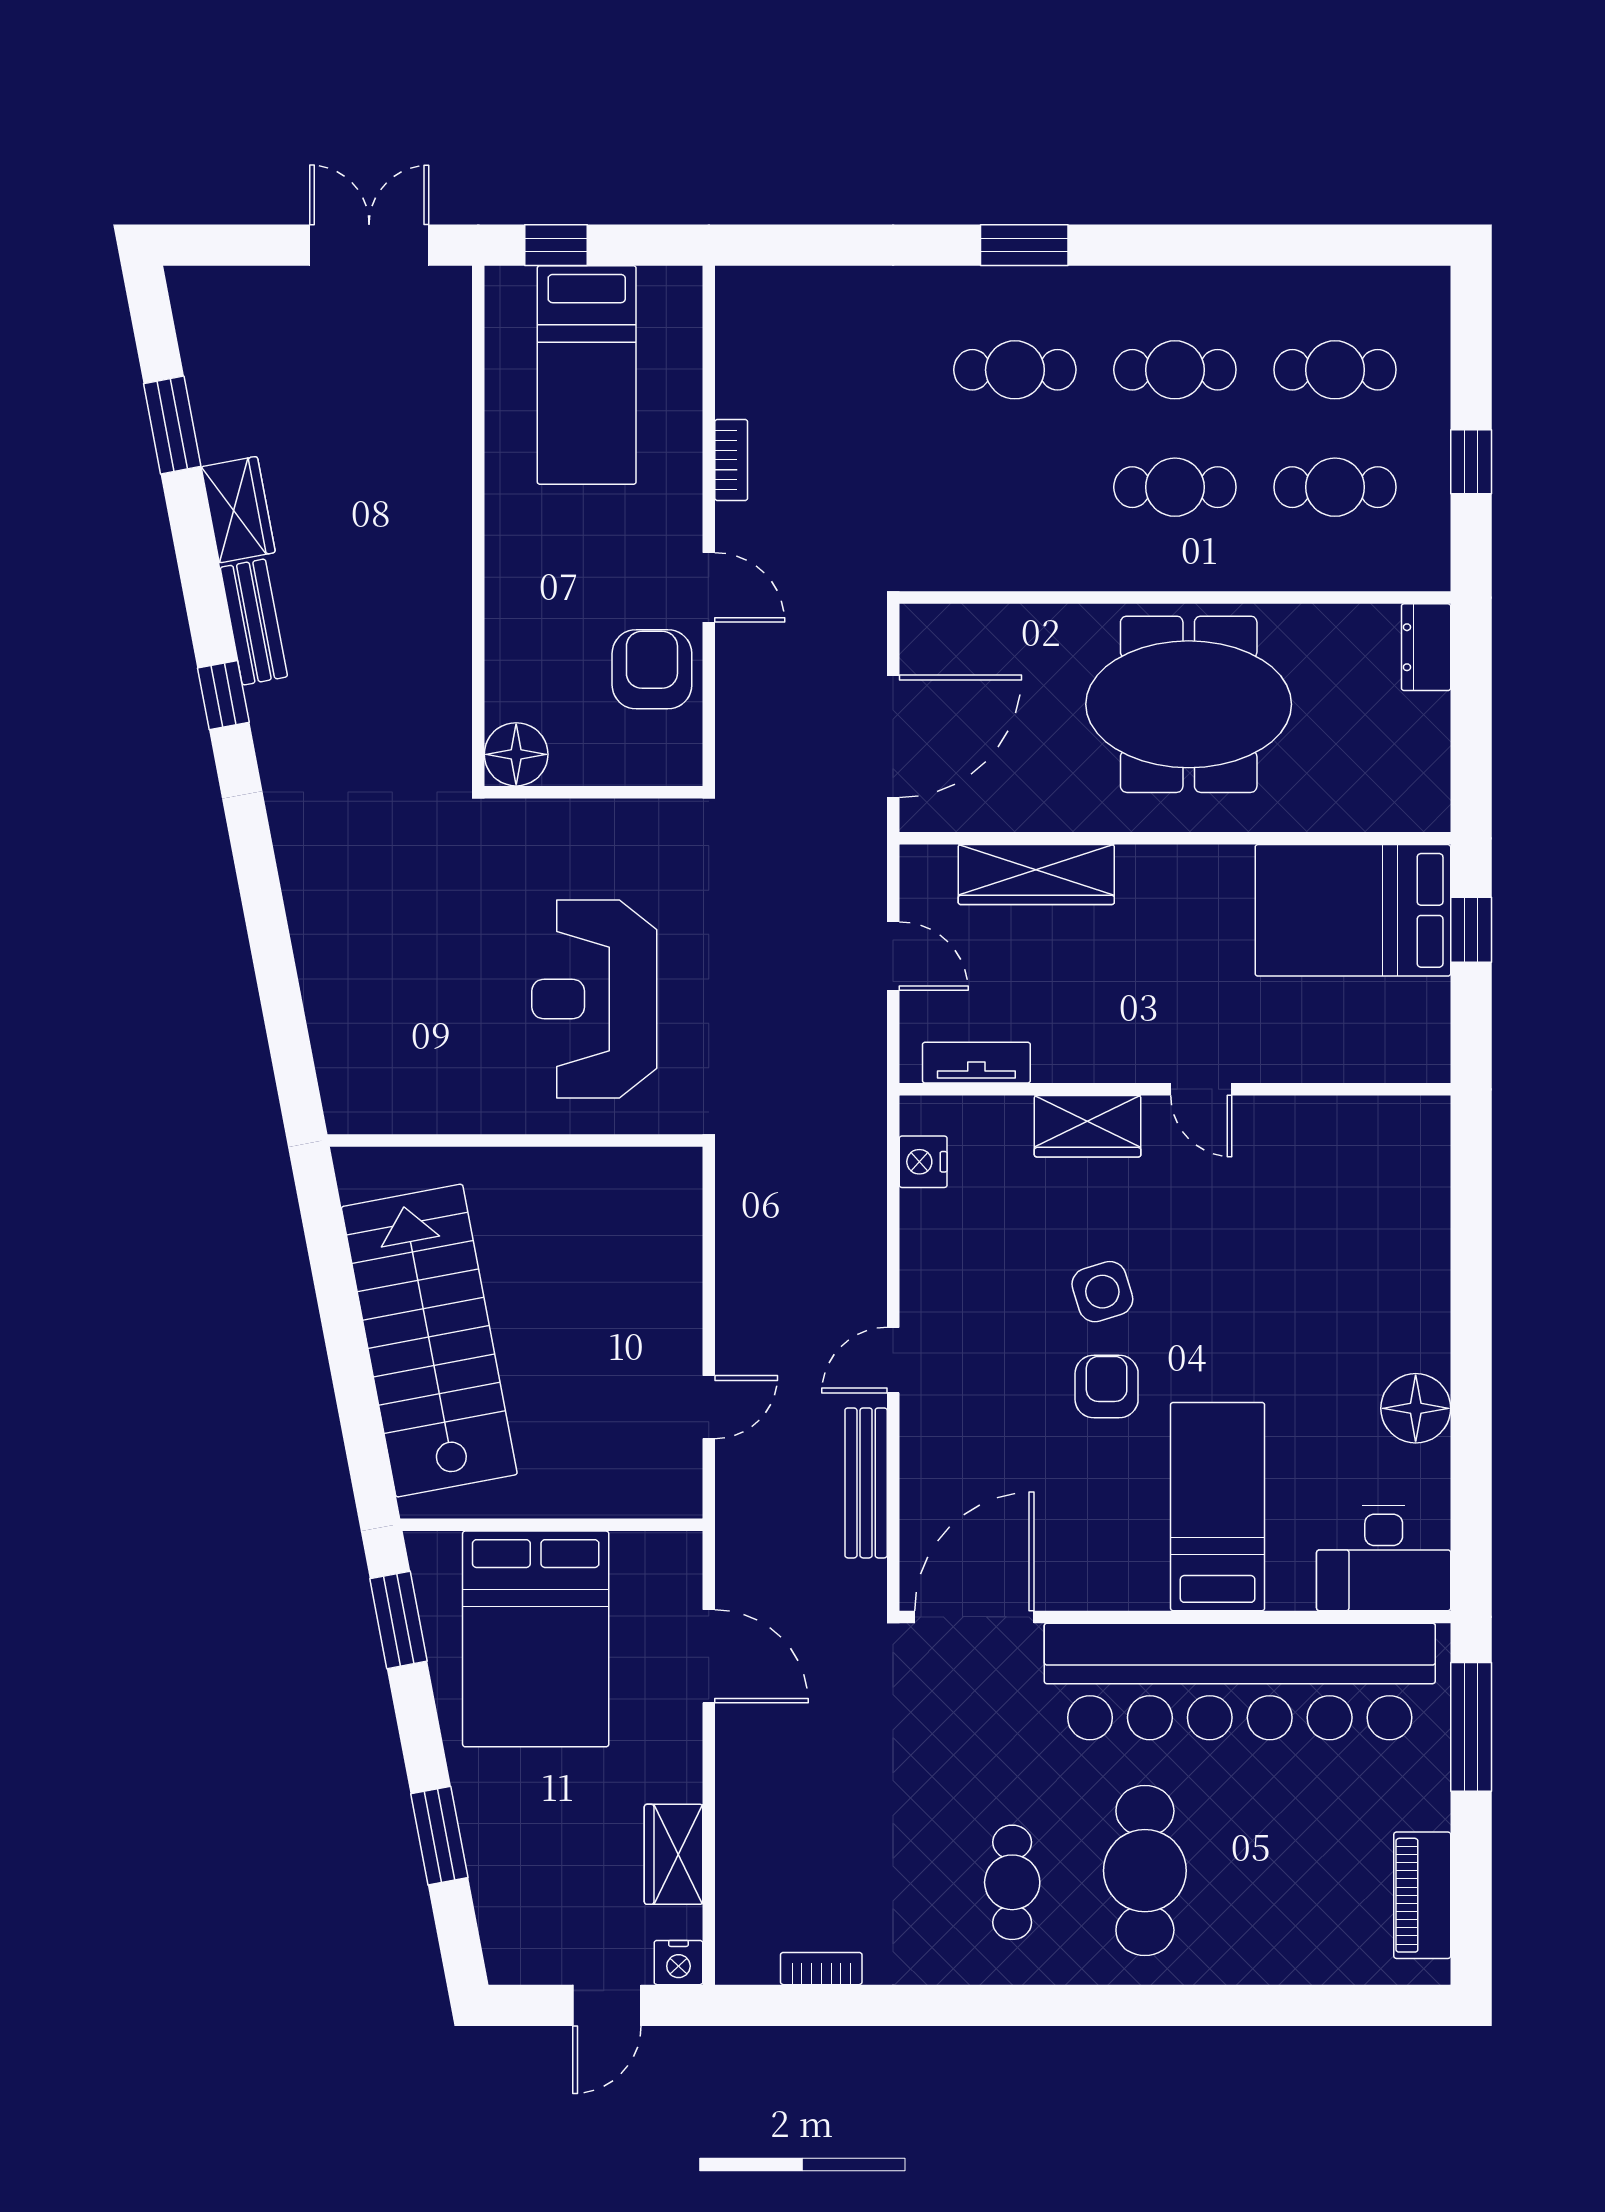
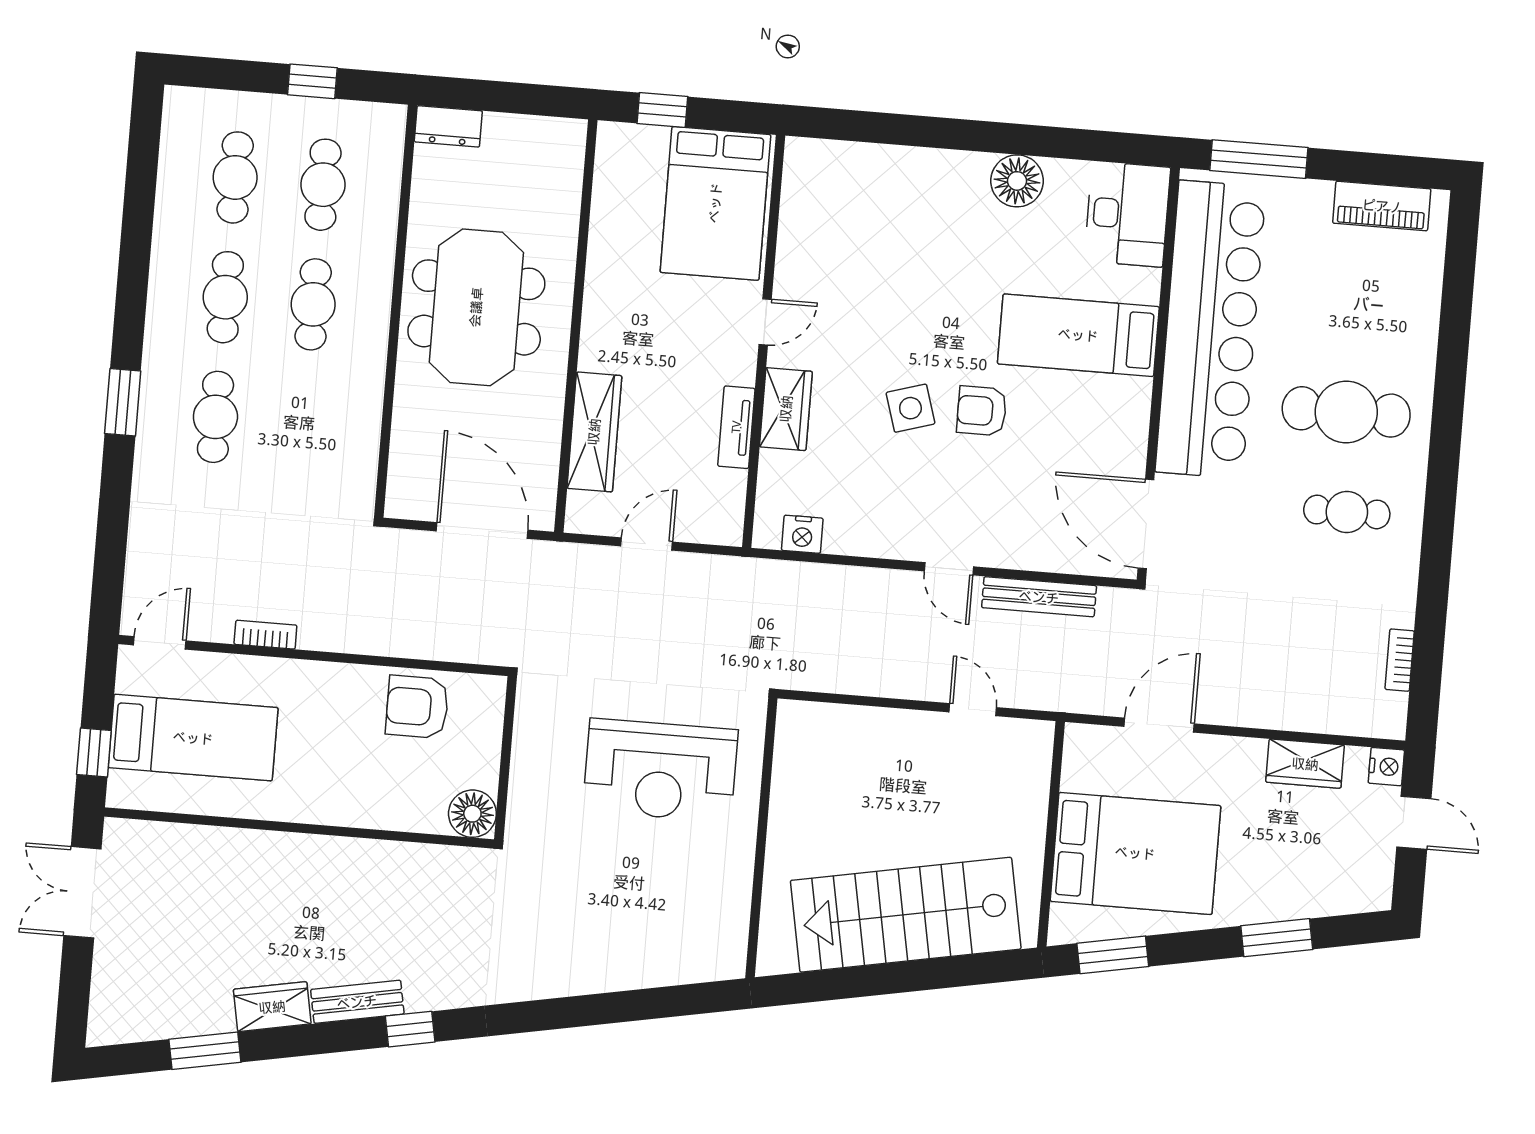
door: (709, 587) -> (160, 643), moved
bed: (1353, 910) -> (715, 203), moved
tv unit: (976, 1063) -> (736, 427), moved

